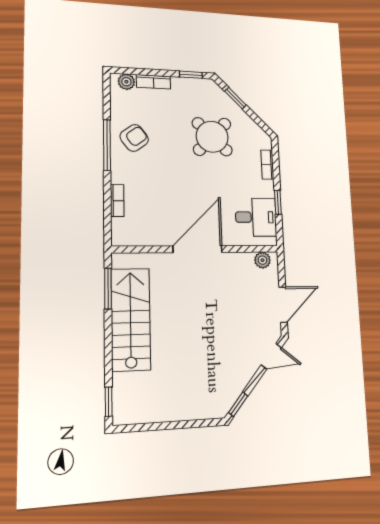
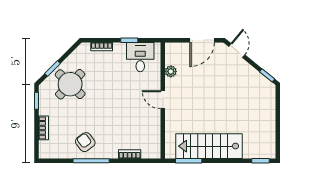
plant: (126, 82) -> (45, 147), removed
round table: (212, 137) -> (70, 84), moved
door: (198, 249) -> (163, 100), width x0.53
plant: (262, 260) -> (171, 71), moved
door: (283, 305) -> (202, 40), swing flipped

